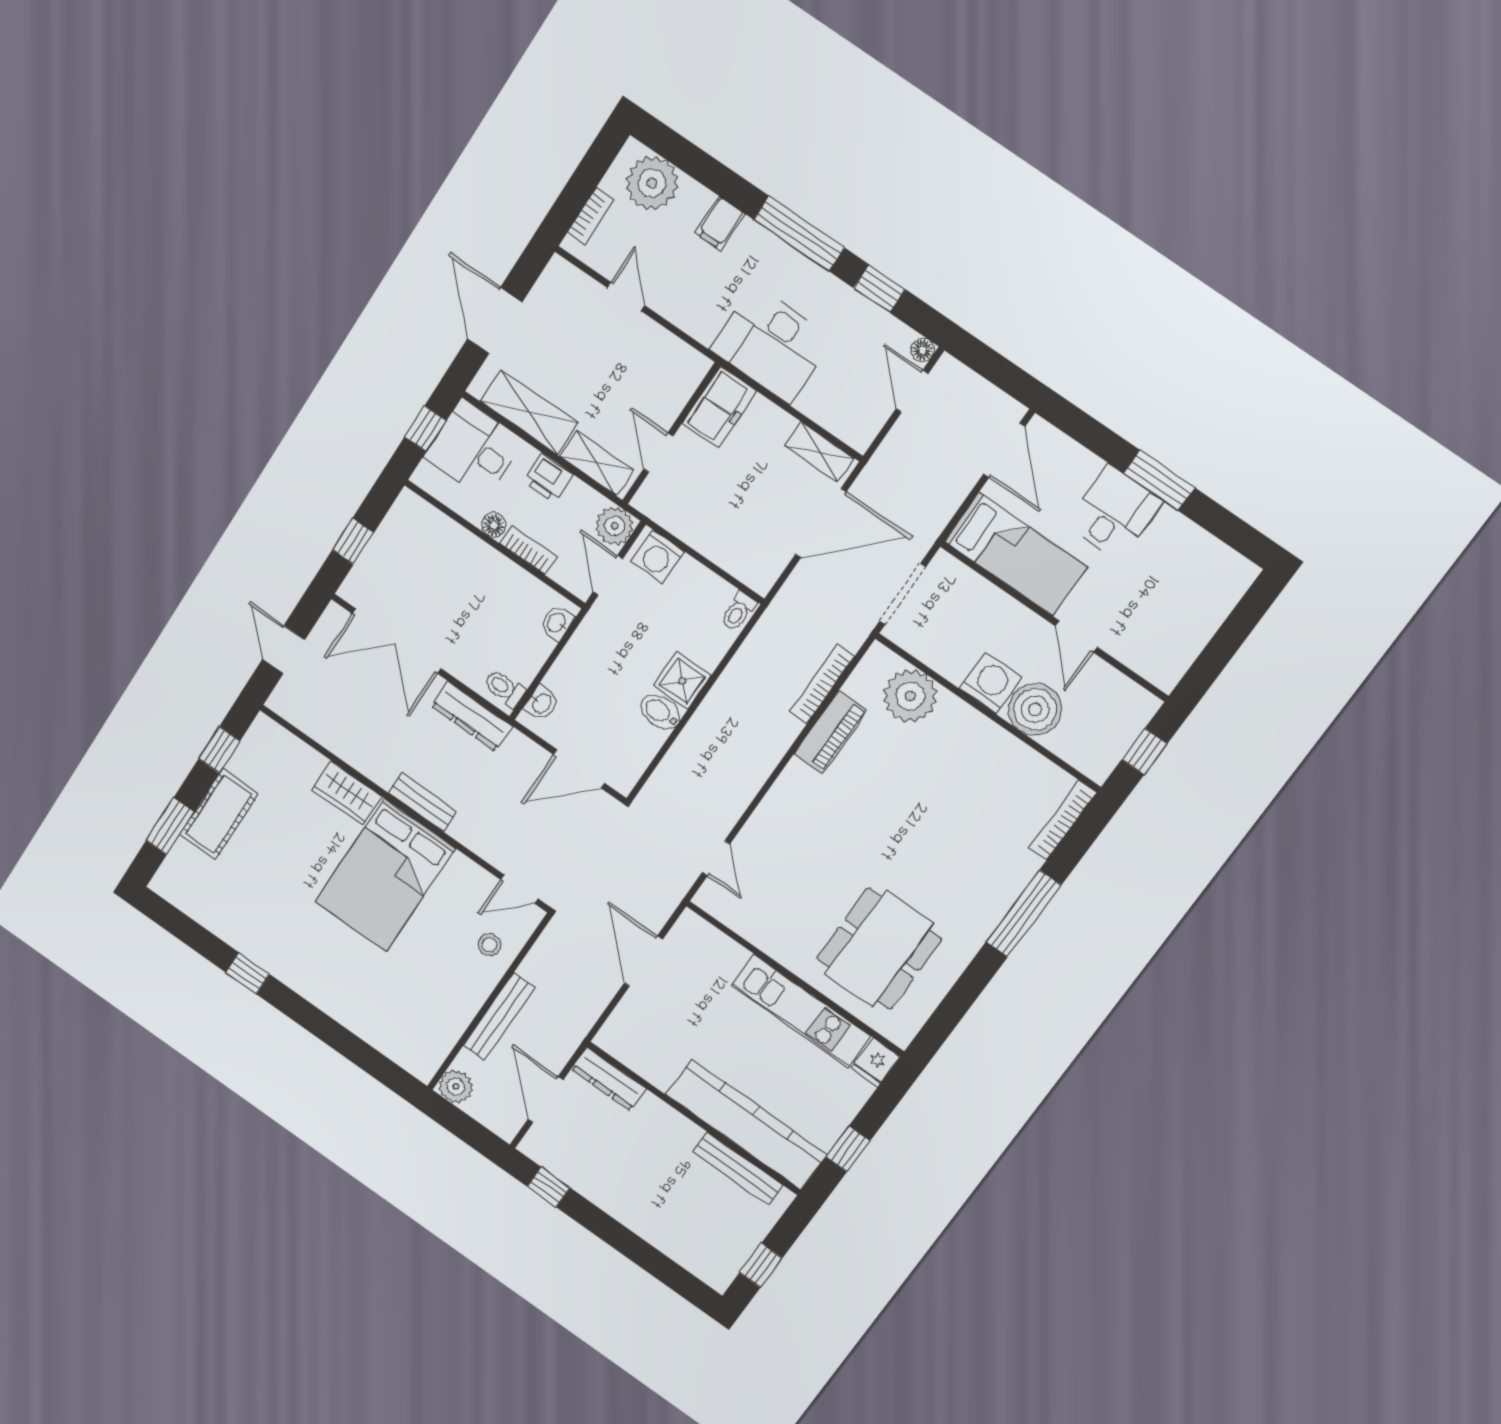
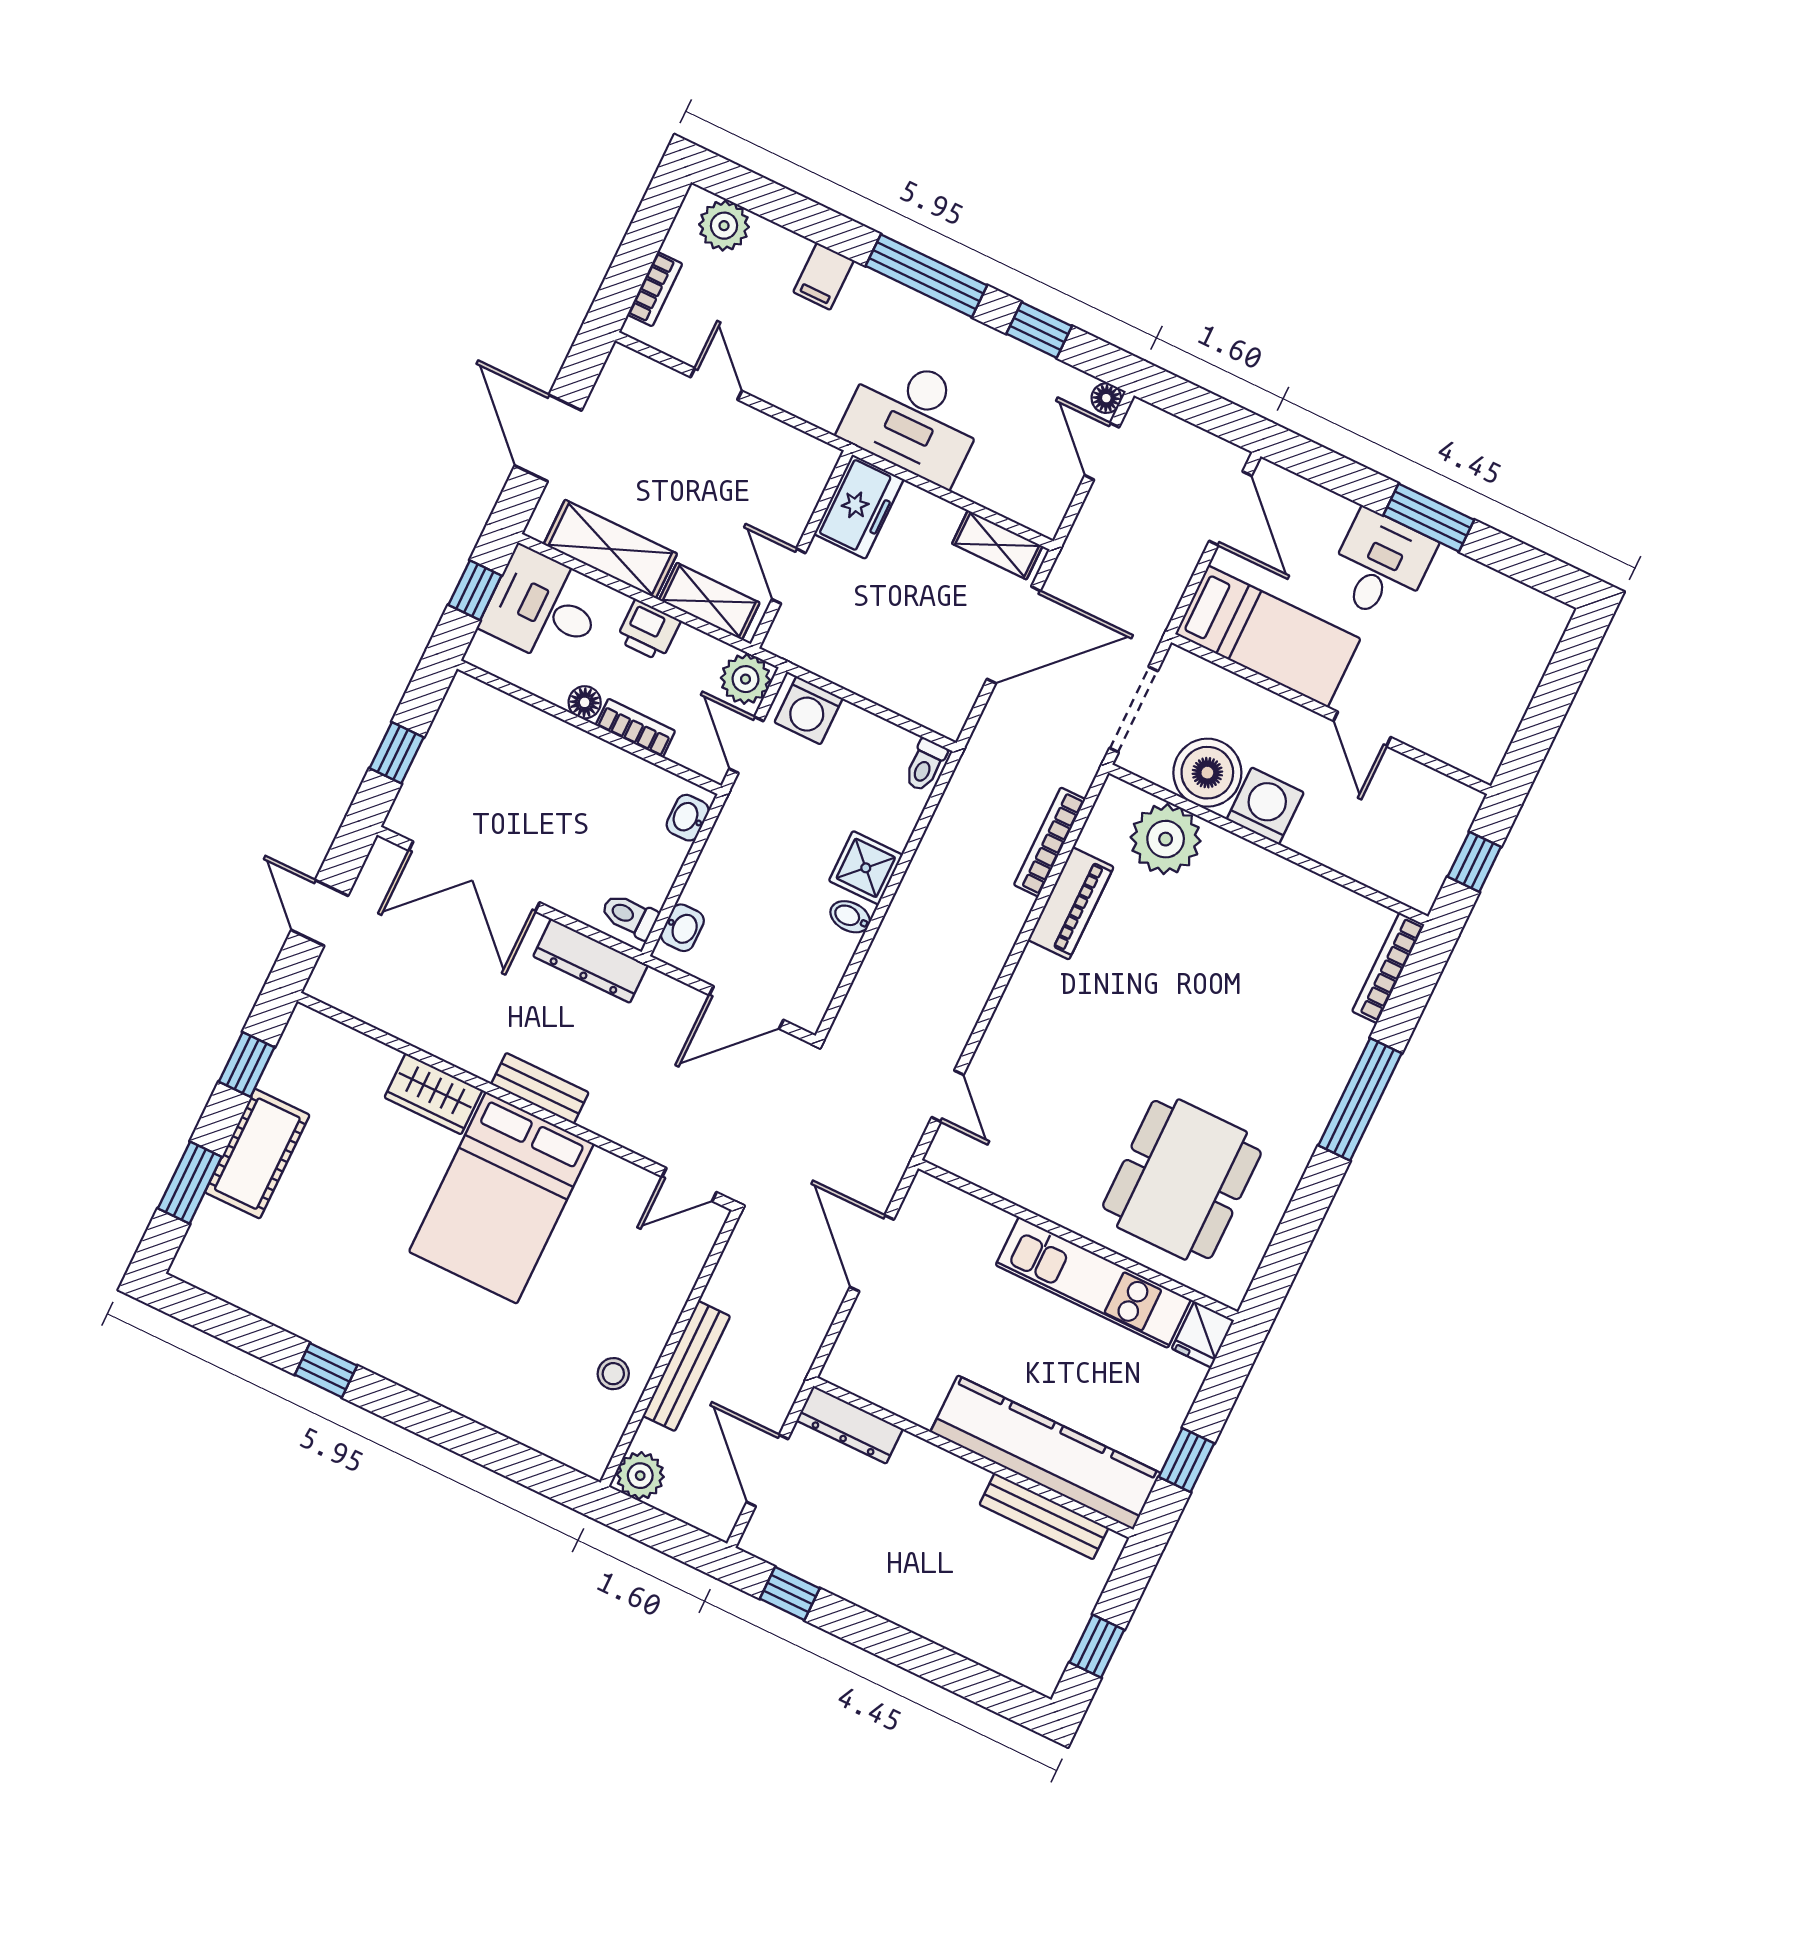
plant: (652, 183) -> (724, 226), width x0.73, depth x0.73
boiler: (1035, 709) -> (1207, 773), moved
bidet: (660, 712) -> (850, 917), width x0.72, depth x0.74
stool: (489, 945) -> (613, 1374), moved

